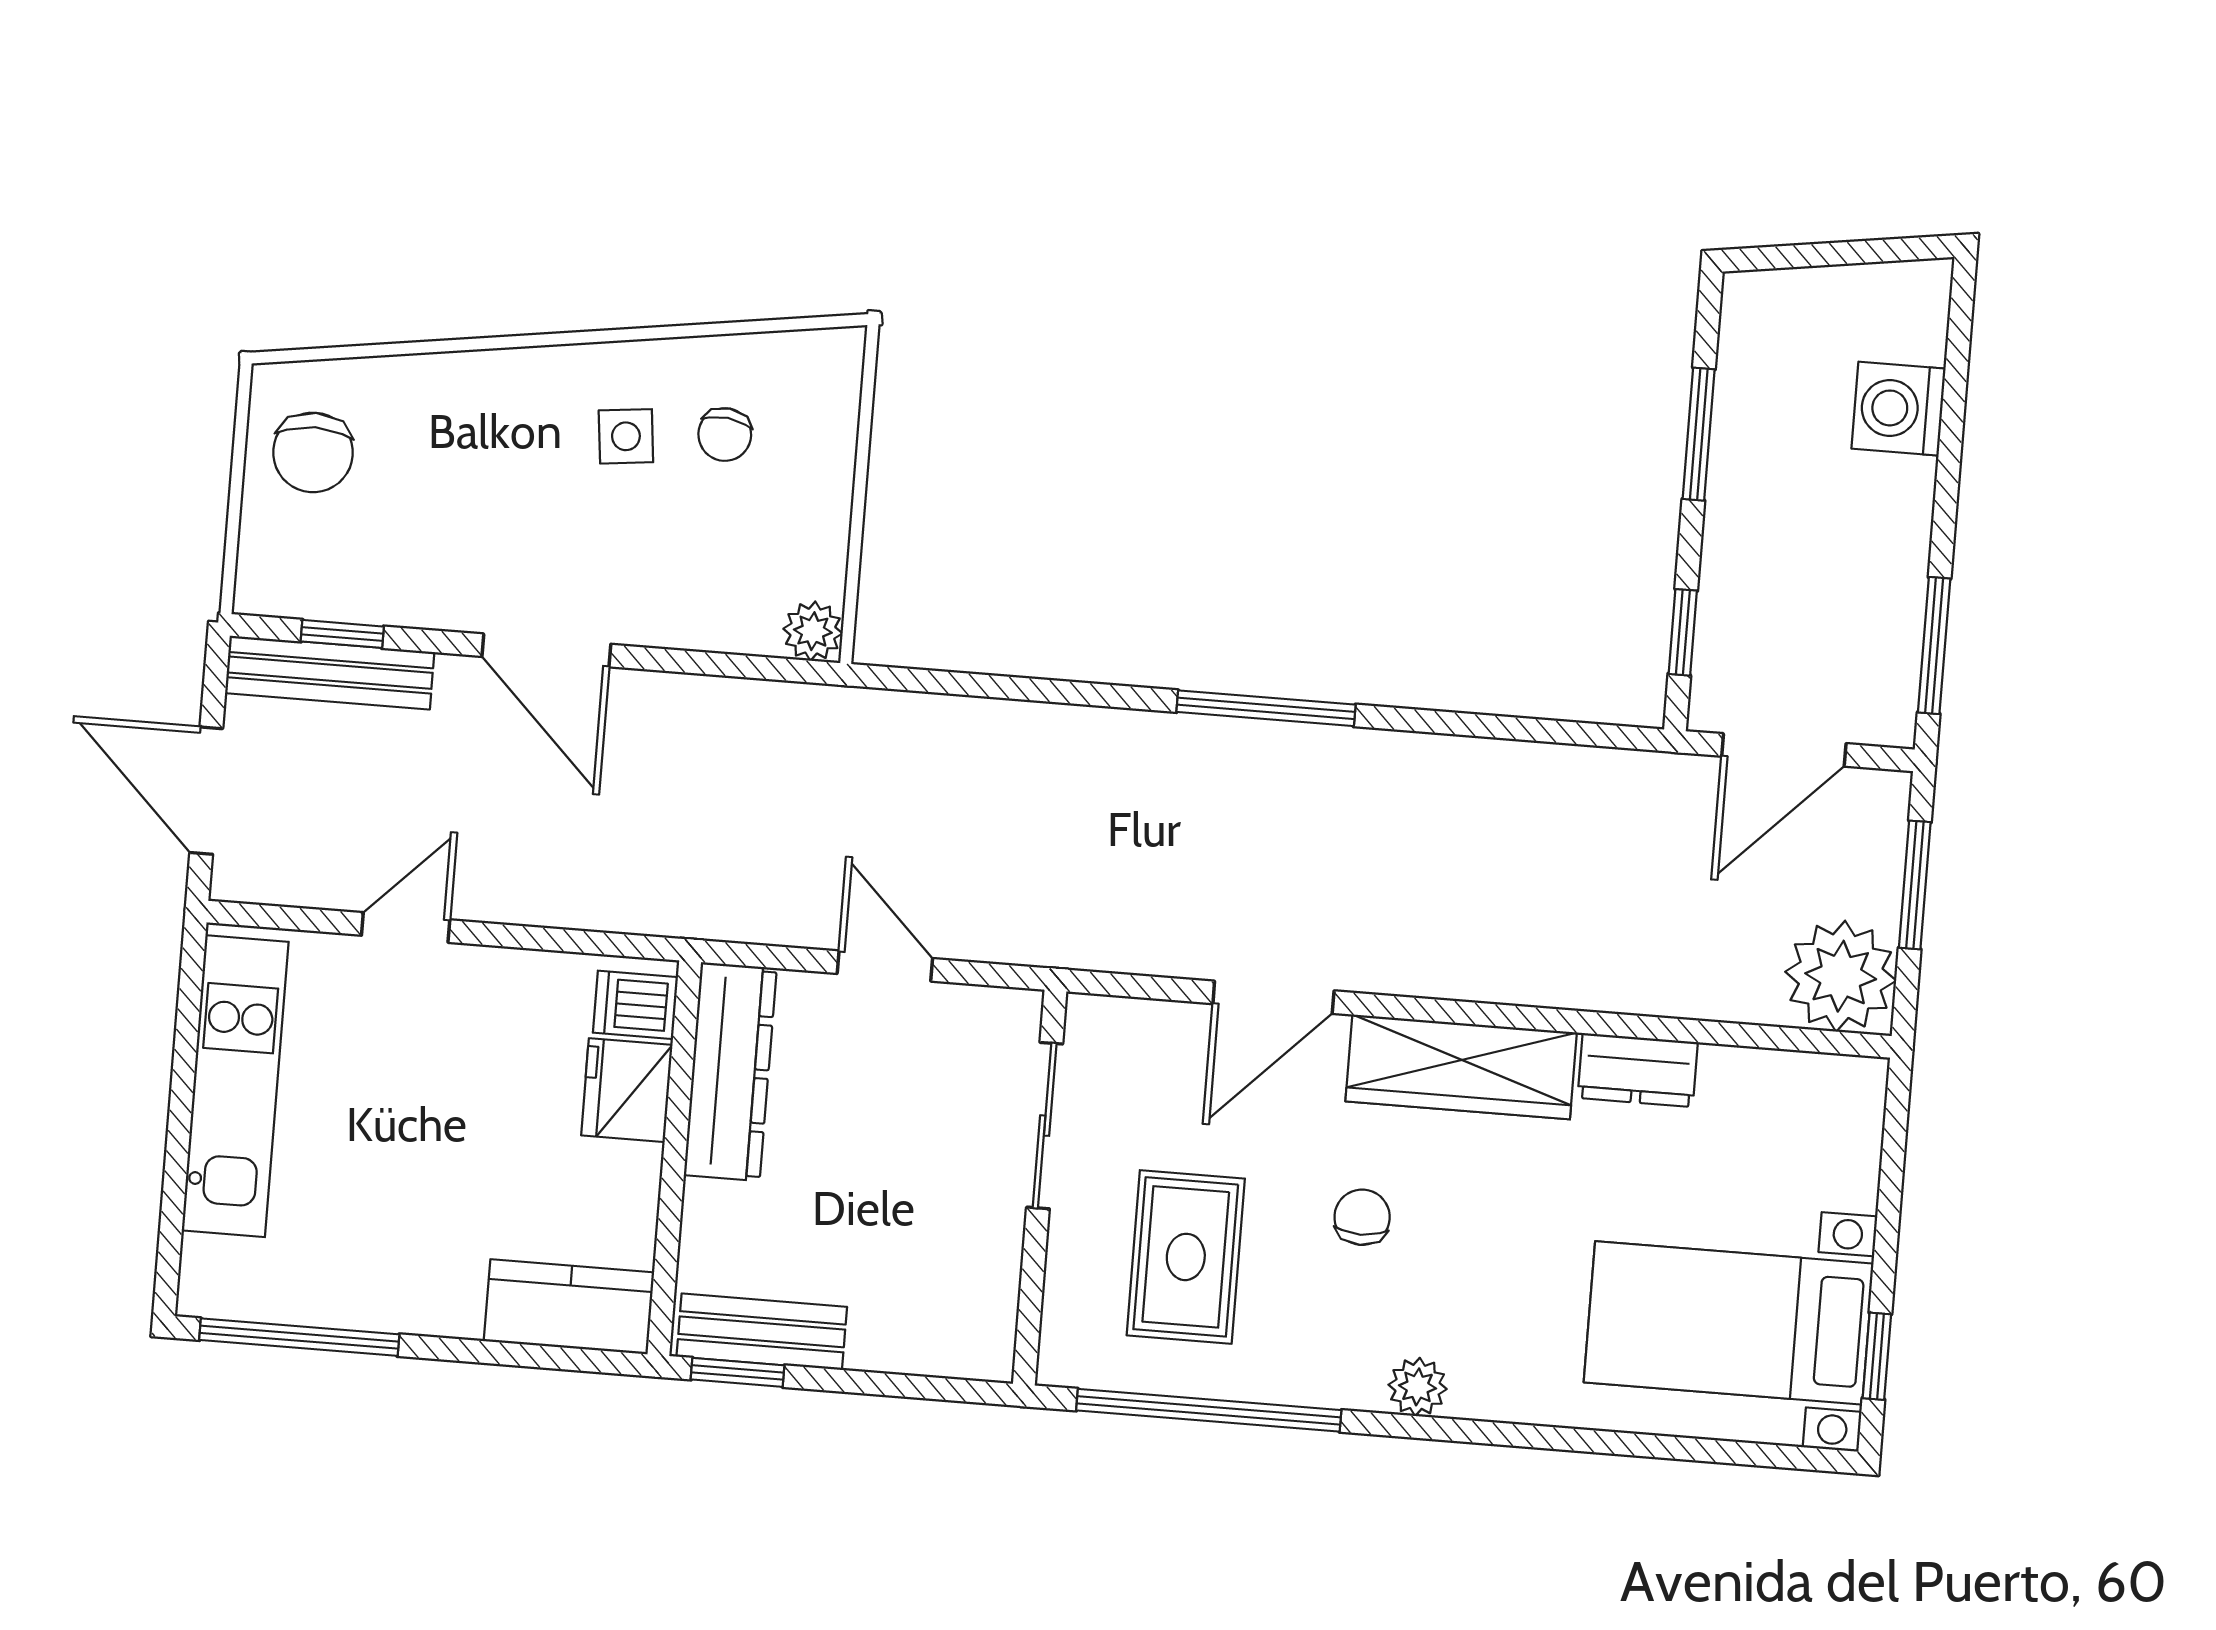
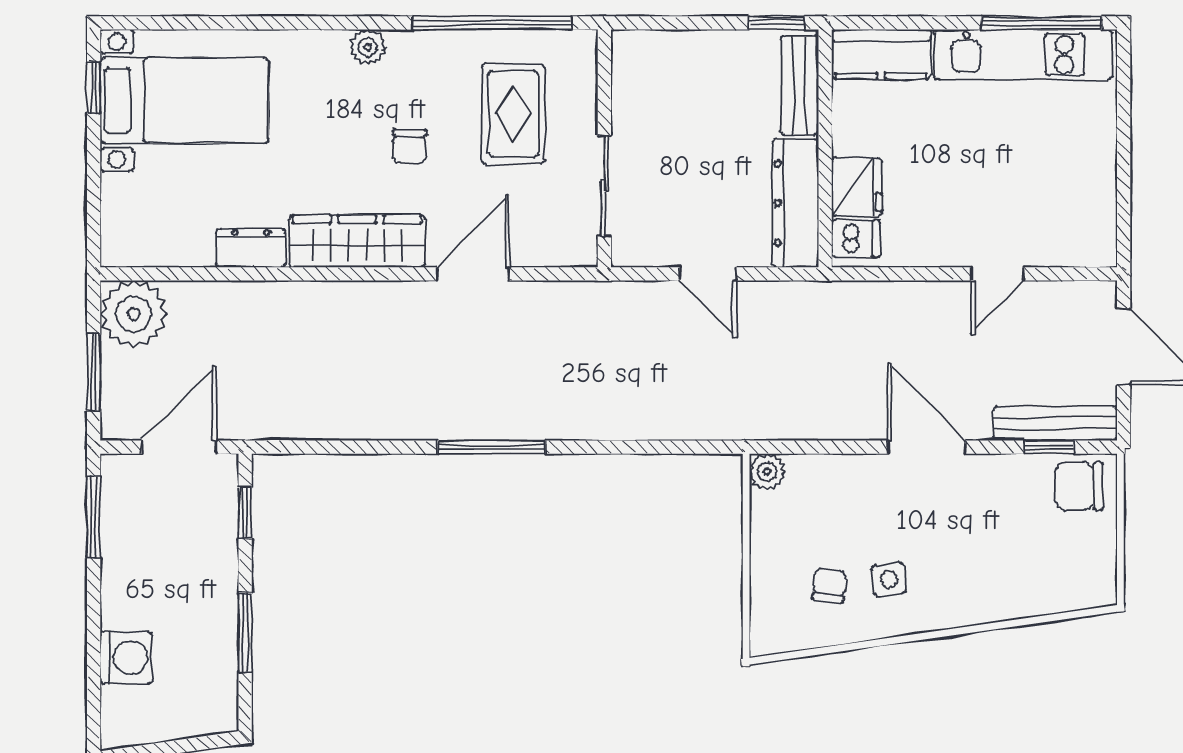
chair: (313, 452) -> (1079, 486), moved, turned -90
kitchen unit: (235, 1086) -> (1023, 55), moved, turned -90
bench: (762, 1332) -> (799, 85), moved, turned 90

